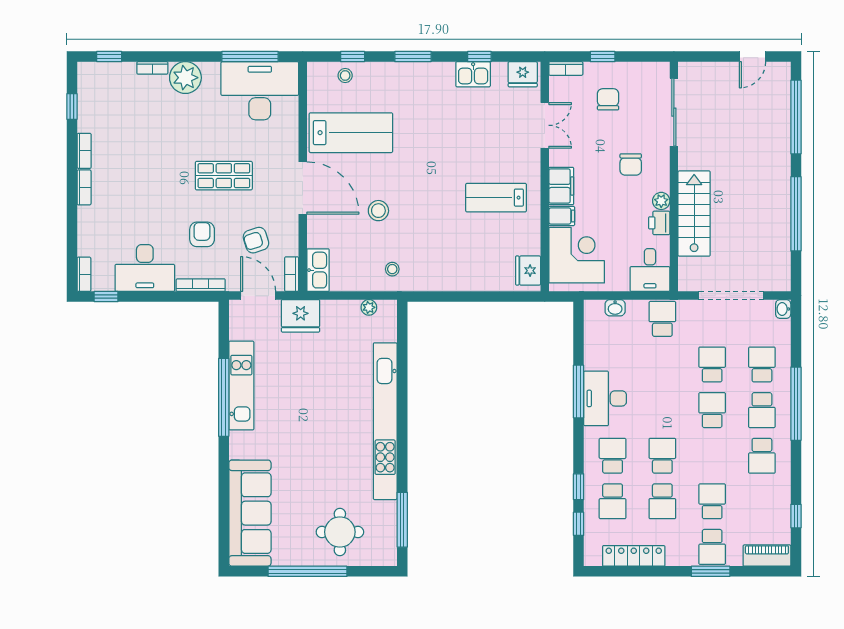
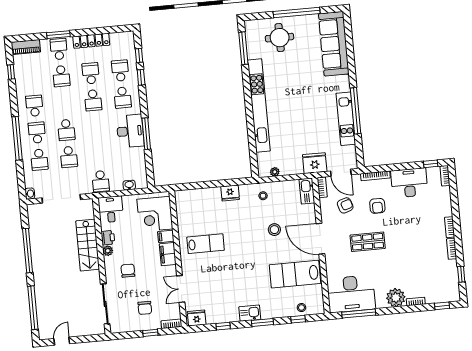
kitchen sink: (473, 74) -> (250, 313), moved
fridge: (528, 271) -> (230, 193), moved, turned 90
locker: (634, 556) -> (91, 41), moved

